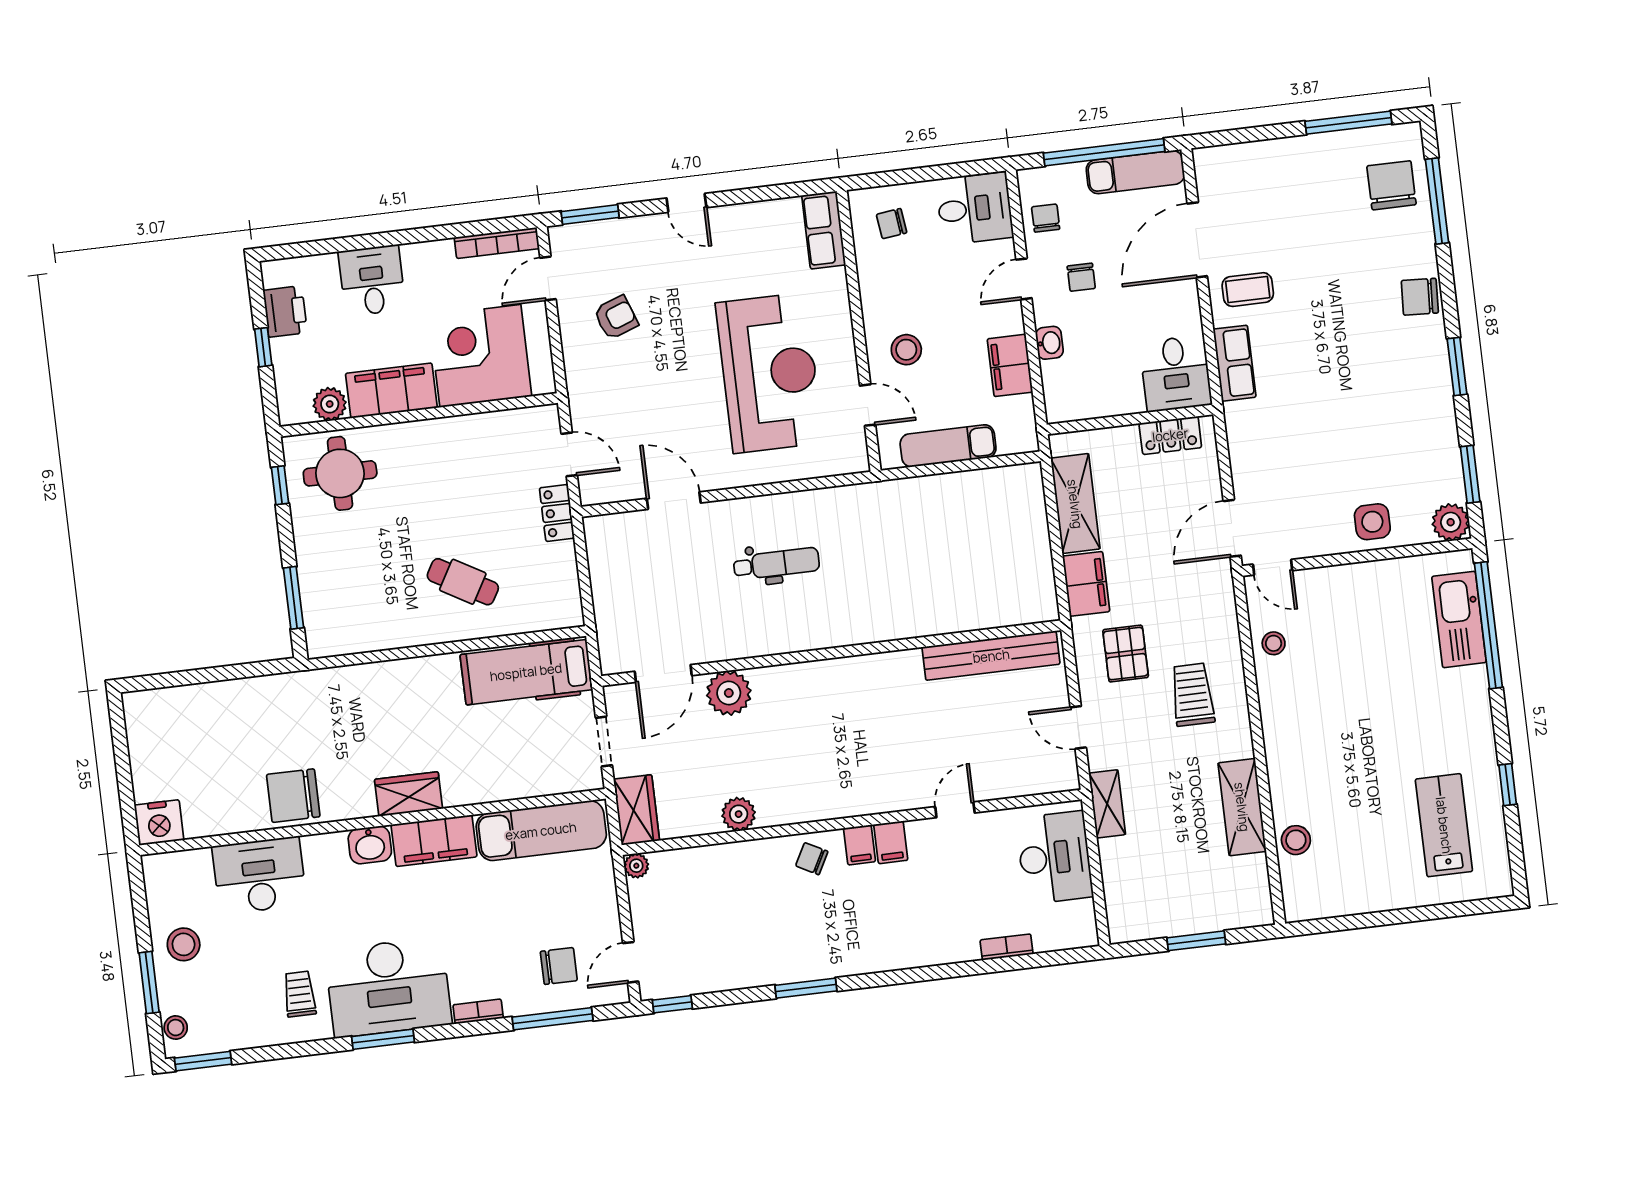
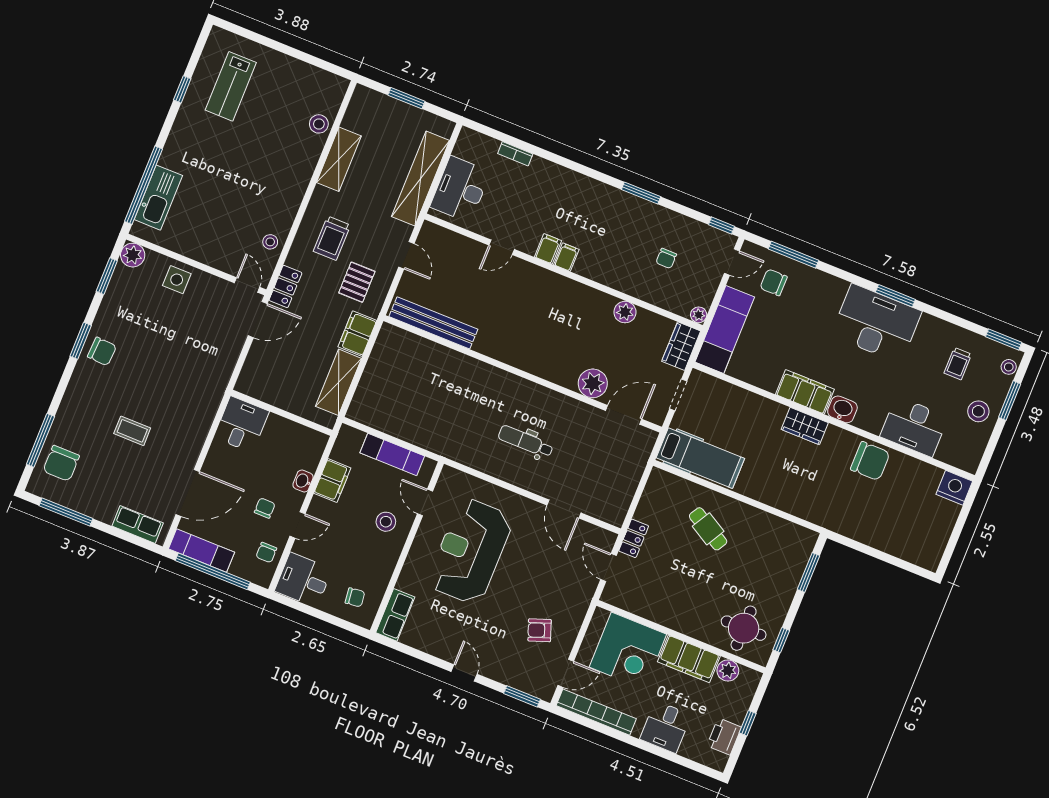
bookcase: (497, 243) -> (596, 712), width x1.48, depth x1.31
coffee table: (1248, 290) -> (132, 431), moved
chair: (1420, 297) -> (102, 351), moved
row of seats: (1235, 363) -> (138, 524), moved, turned 90
locker: (1170, 435) -> (285, 286), moved, turned 90
shelving: (1107, 804) -> (421, 179), width x2.20, depth x1.33
exam couch: (541, 831) -> (725, 329), moved, turned 90
chair: (812, 859) -> (666, 258), moved, turned 62
trolley: (300, 994) -> (958, 364), moved
bookcase: (478, 1011) -> (833, 282), removed

